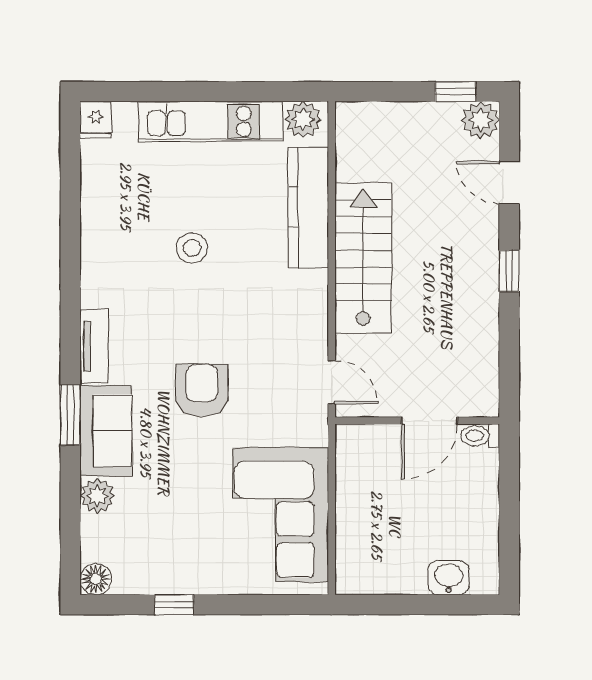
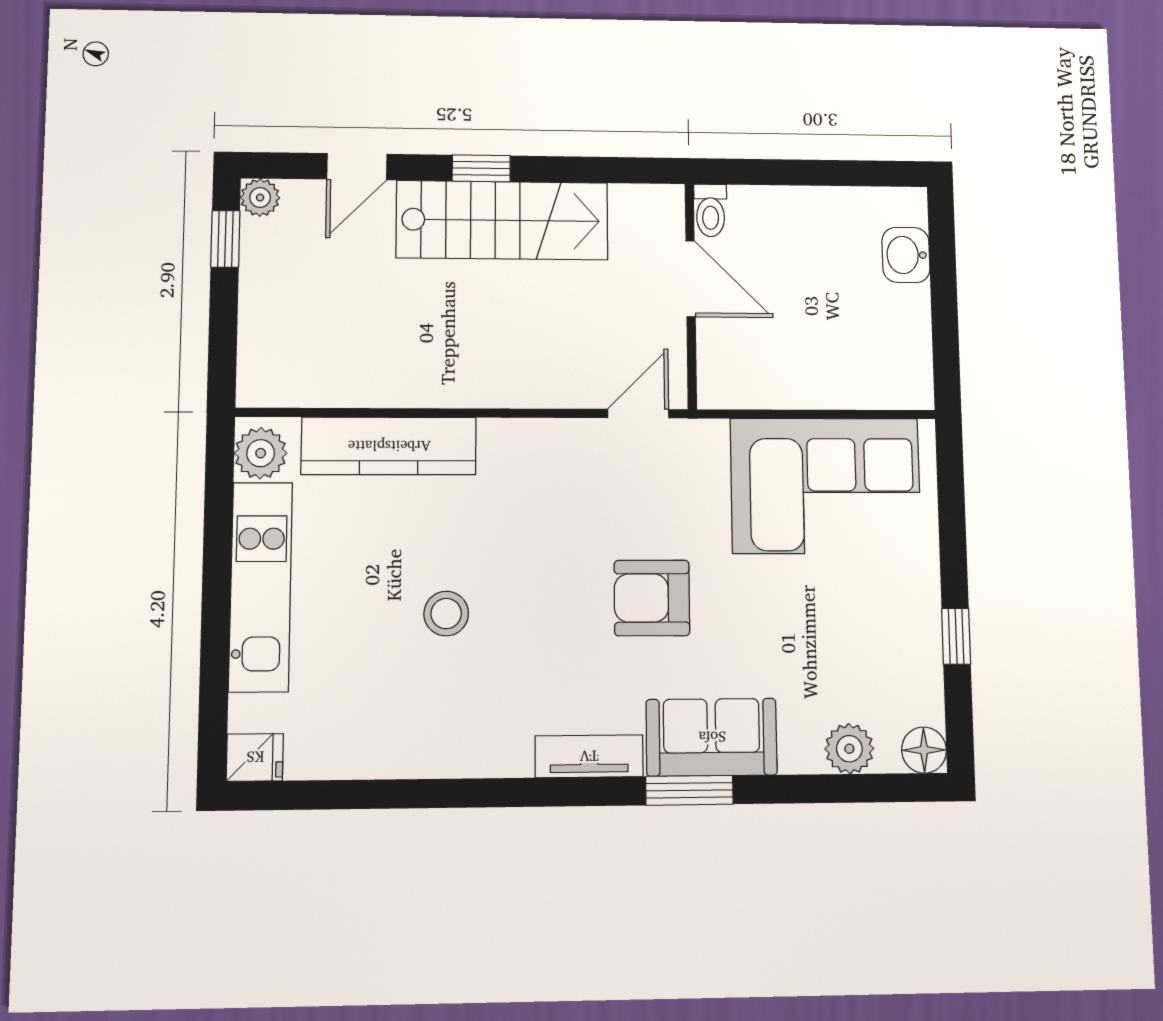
plant: (480, 120) -> (260, 198), width x0.73, depth x0.73
stairs: (363, 258) -> (502, 220), moved, turned 180
plant: (97, 496) -> (849, 749), moved

